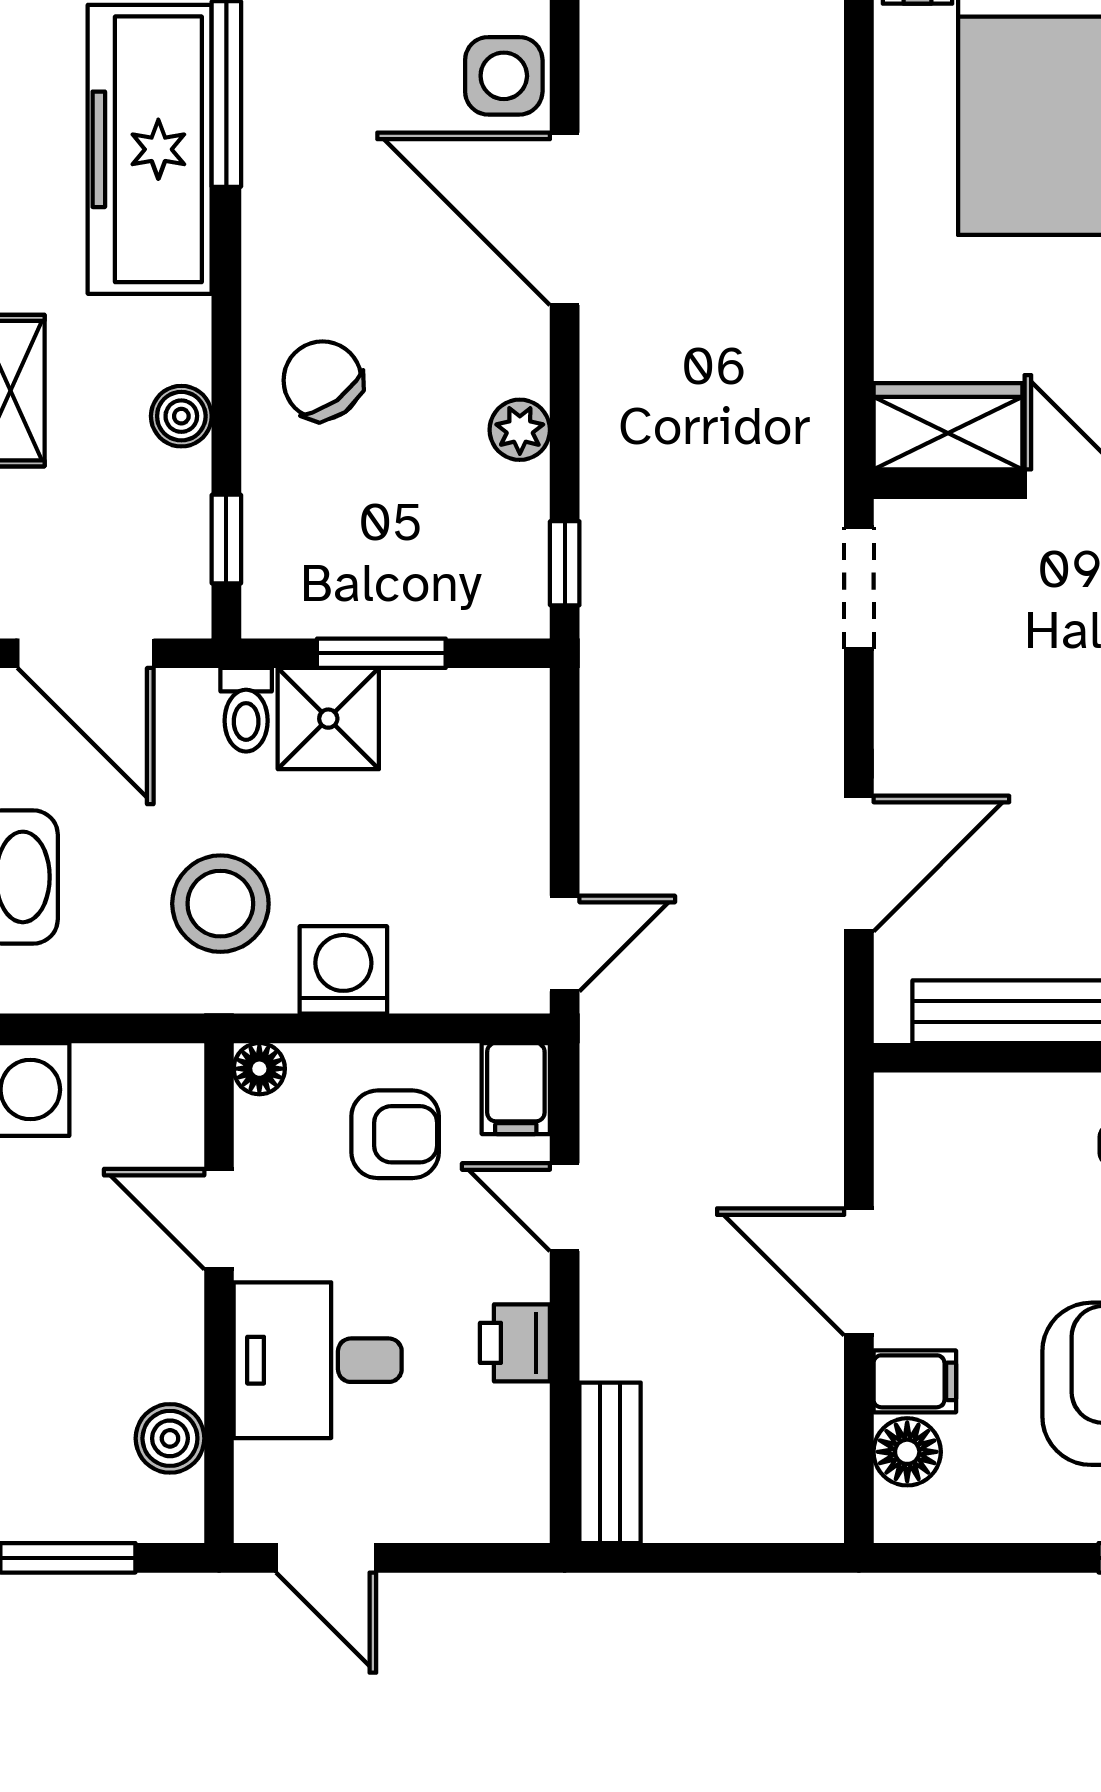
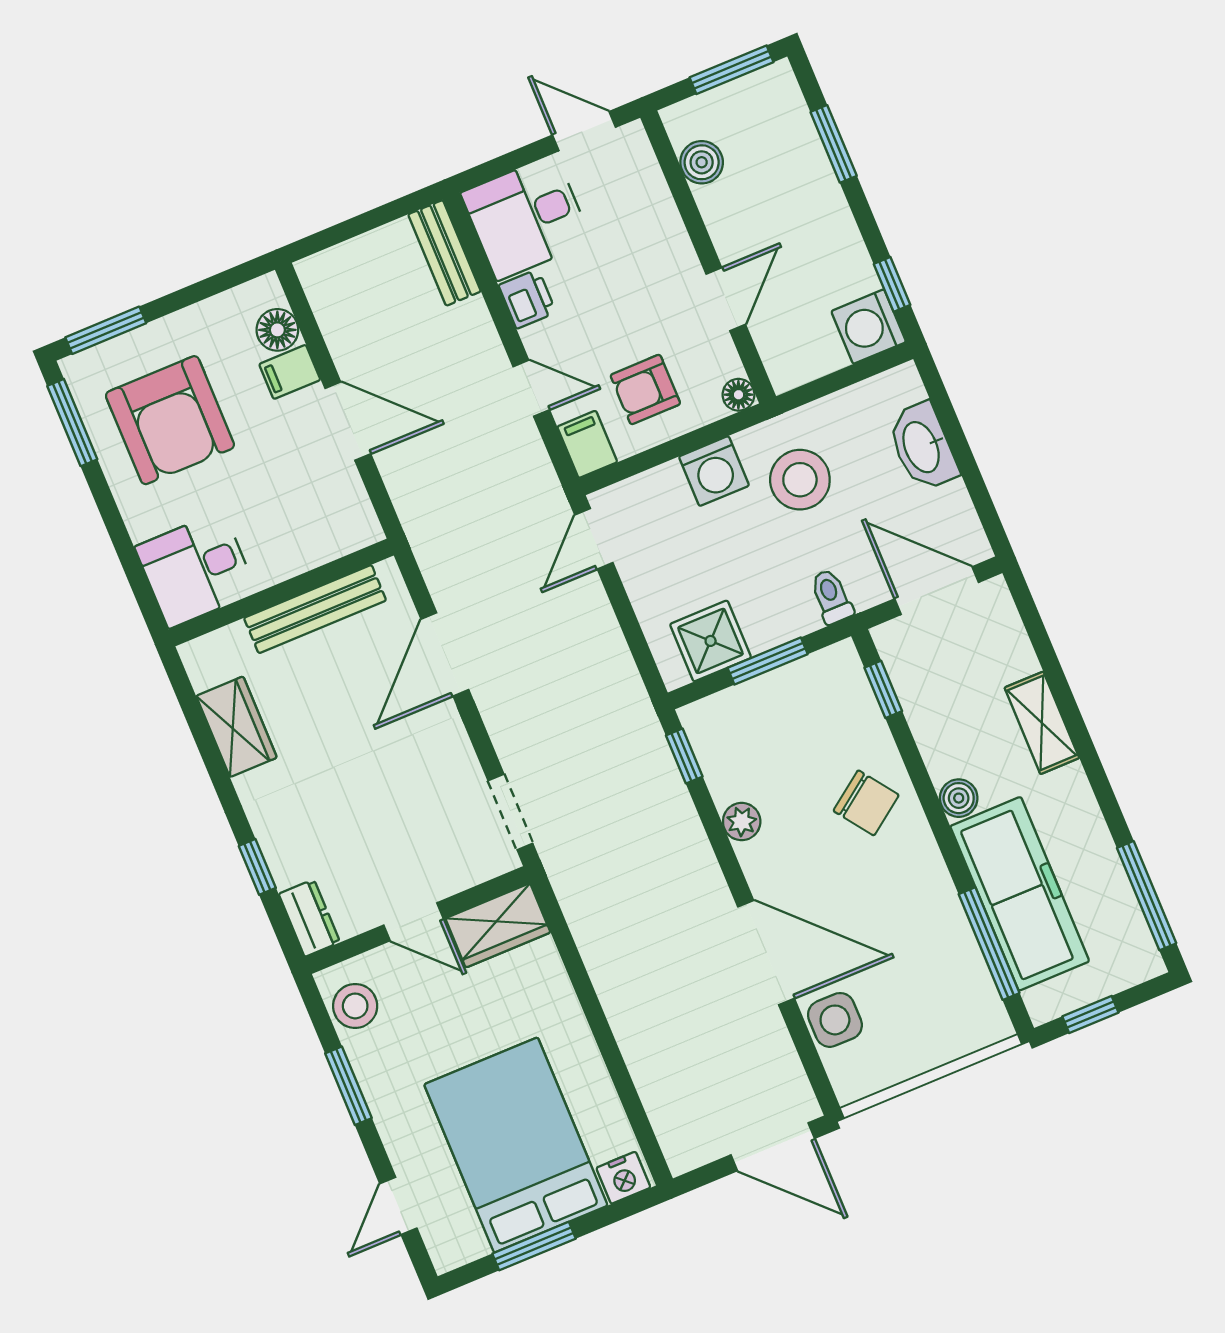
boiler: (181, 416) -> (959, 798), moved
shower: (328, 719) -> (711, 641), moved
door: (219, 1219) -> (726, 299), hinge flipped
desk: (318, 1360) -> (526, 217), moved, turned 180

